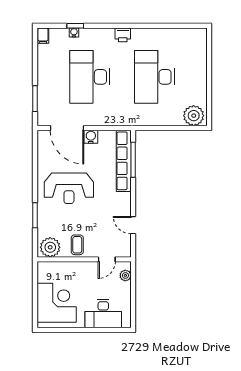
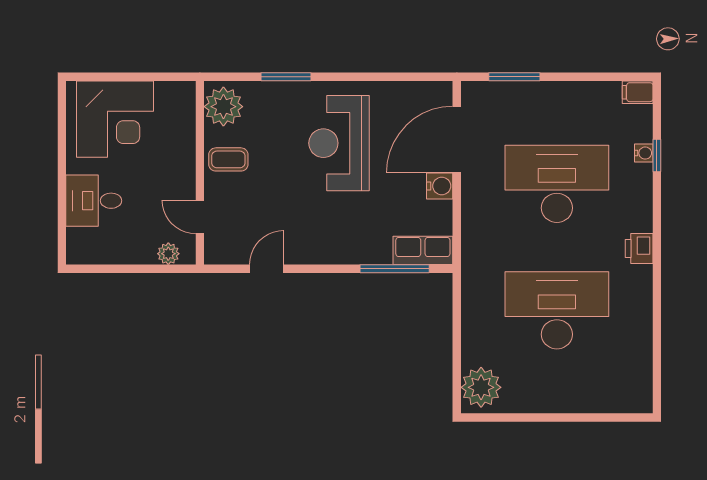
row of seats: (124, 161) -> (423, 250), width x0.50
desk: (103, 314) -> (94, 201), width x0.73

